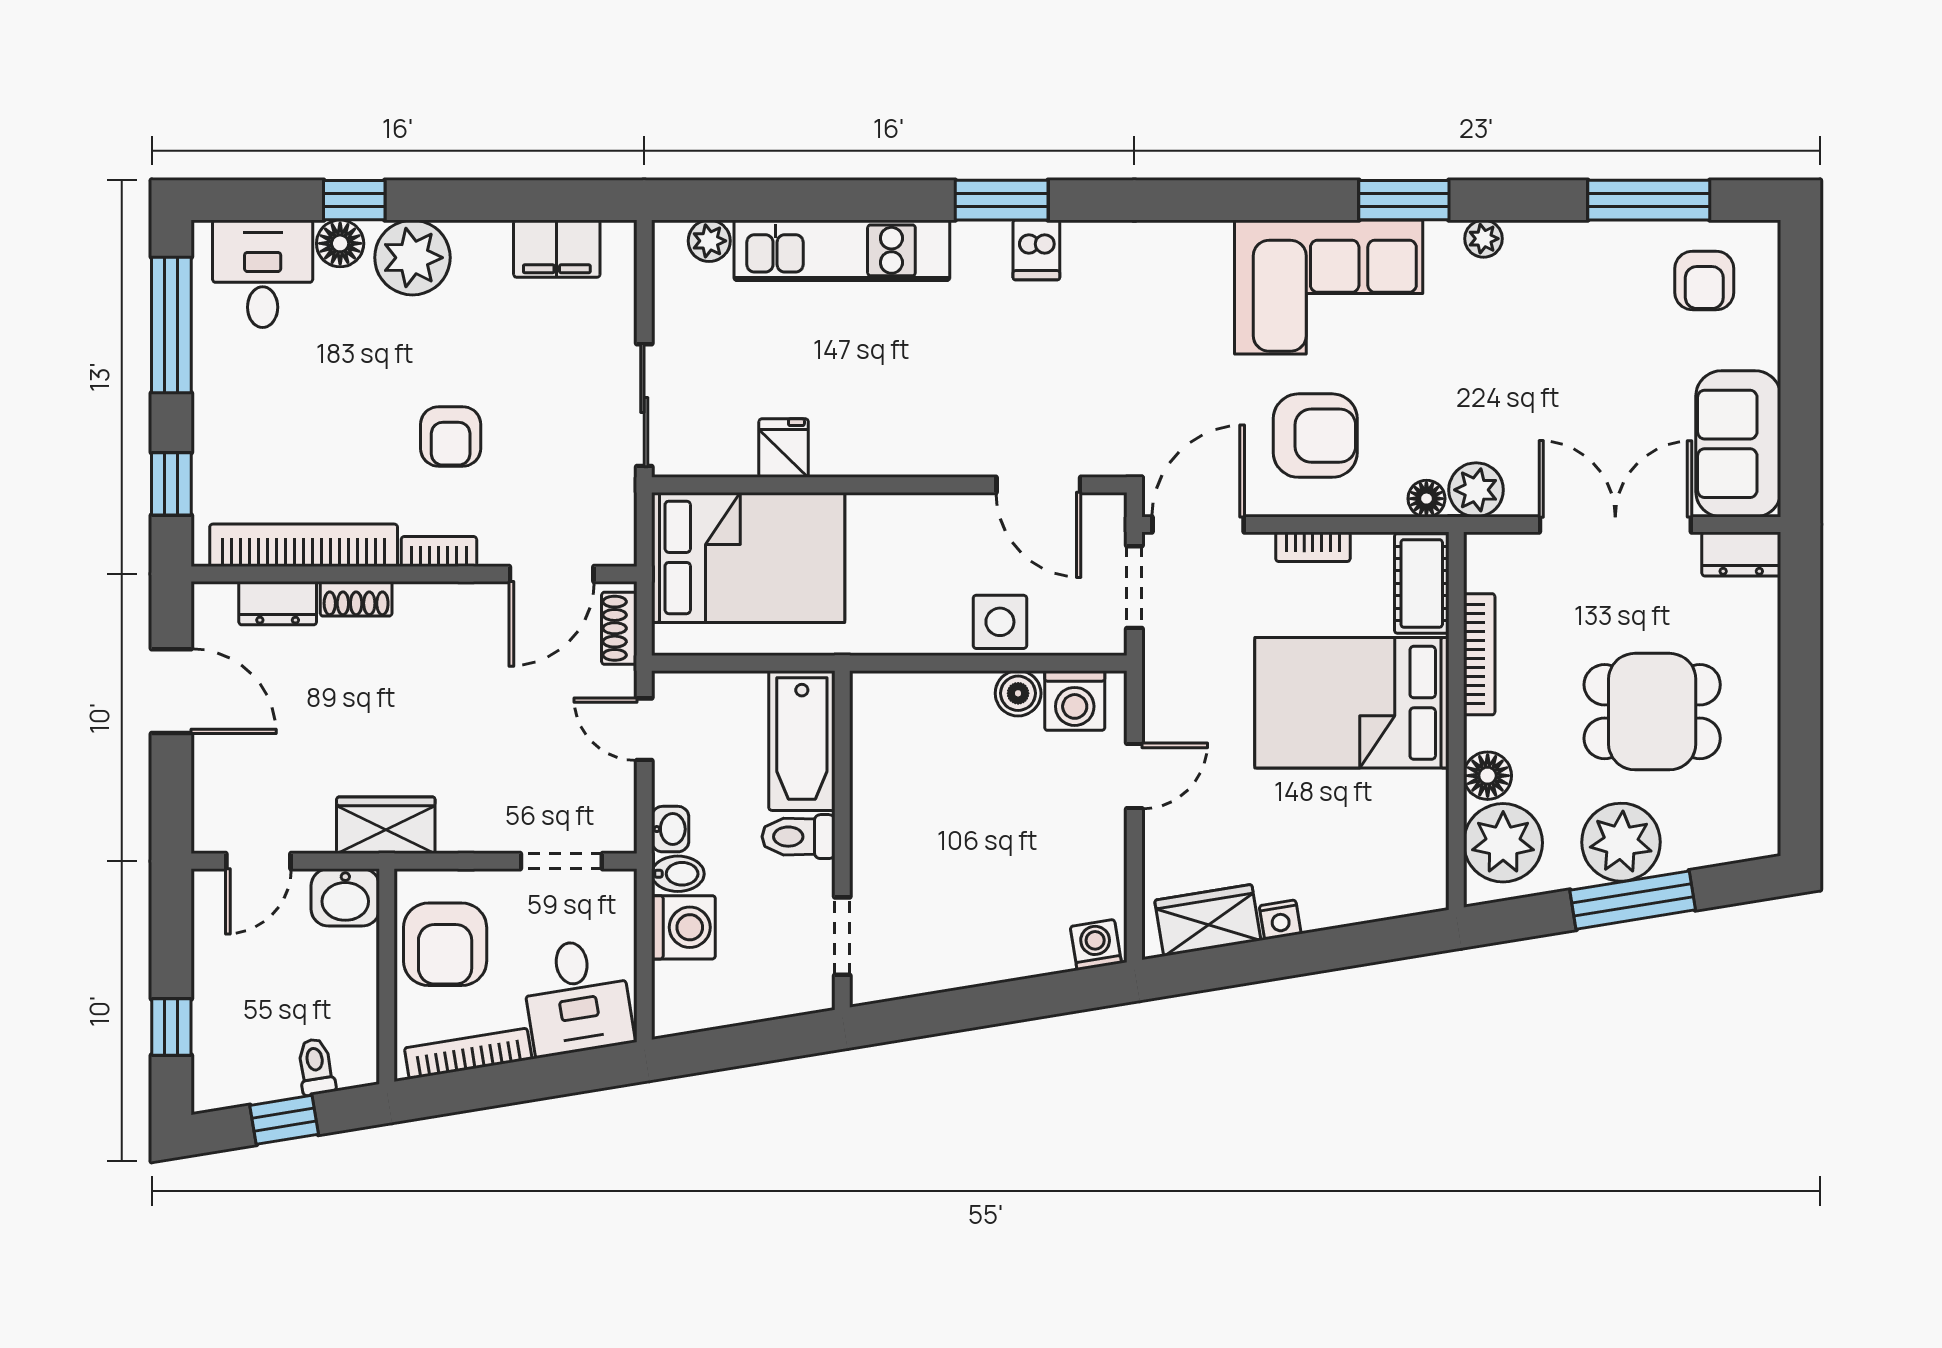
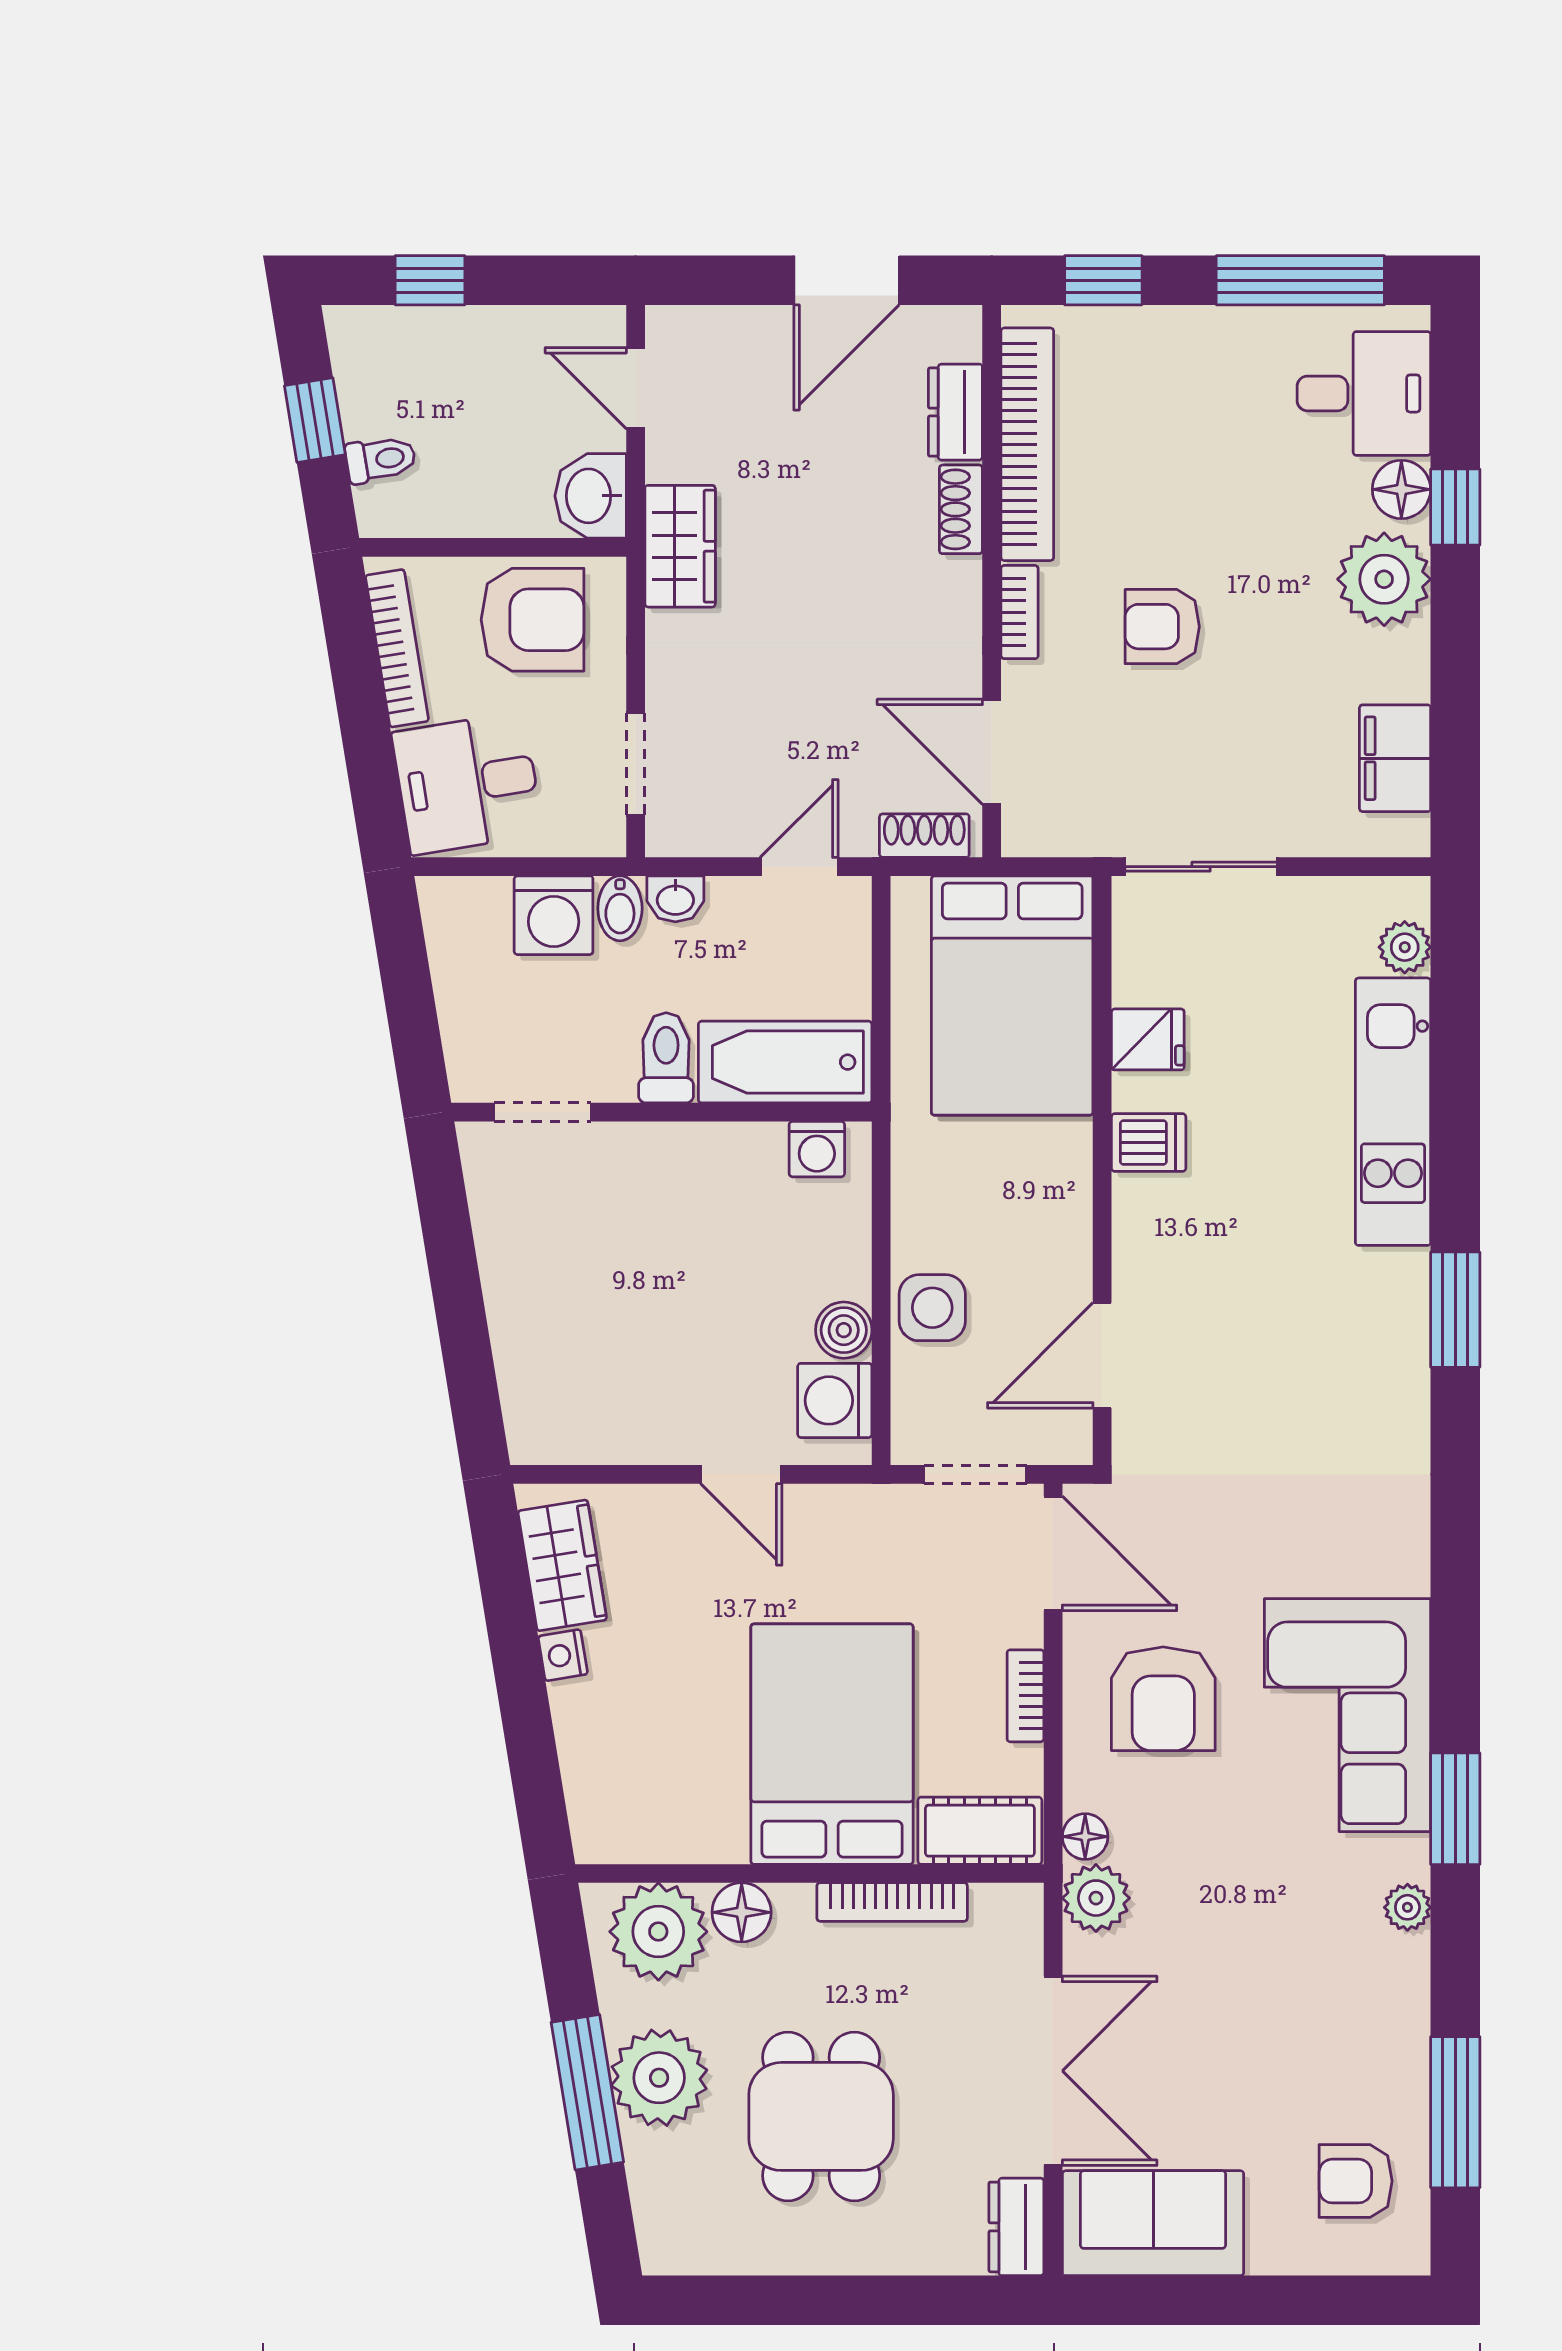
dishwasher: (1036, 250) -> (1149, 1143), moved, turned 180
armchair: (445, 944) -> (533, 620), turned 180
washing machine: (1096, 945) -> (817, 1149), moved, turned 99

